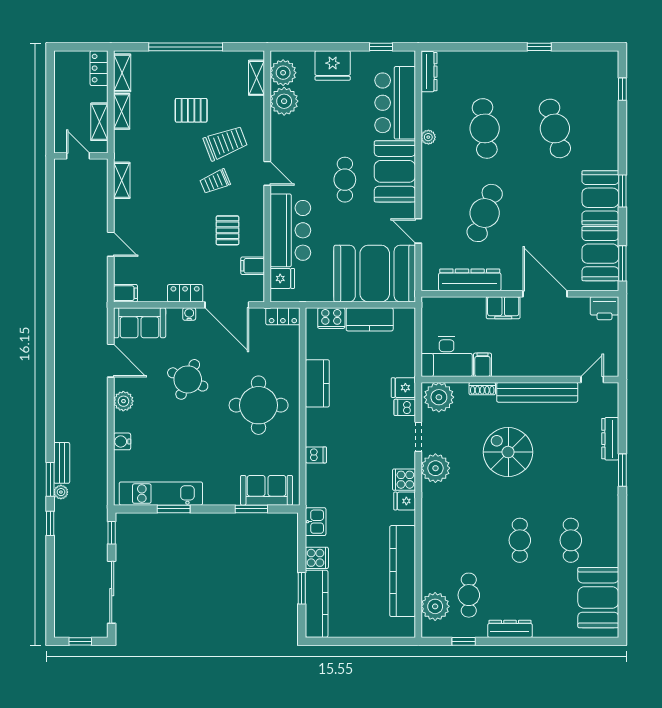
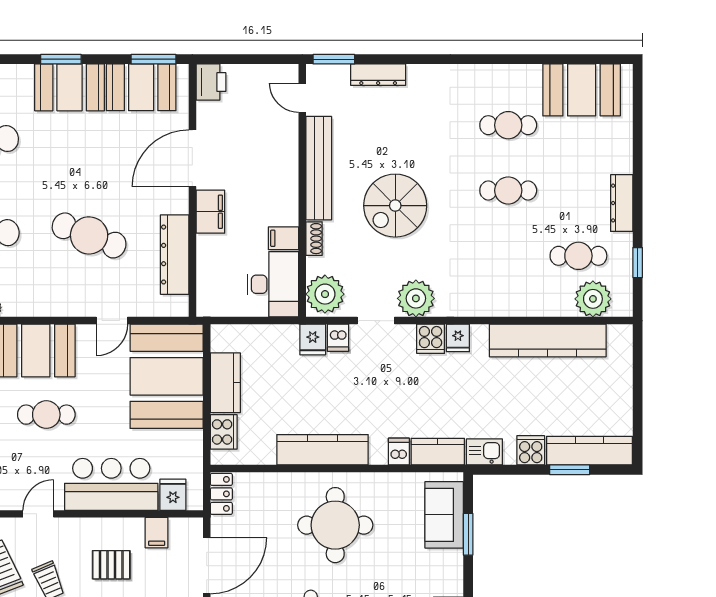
kitchen counter: (317, 383) -> (322, 450), width x1.50
window: (622, 470) -> (334, 59), moved
kitchen counter: (316, 485) -> (438, 452), added

